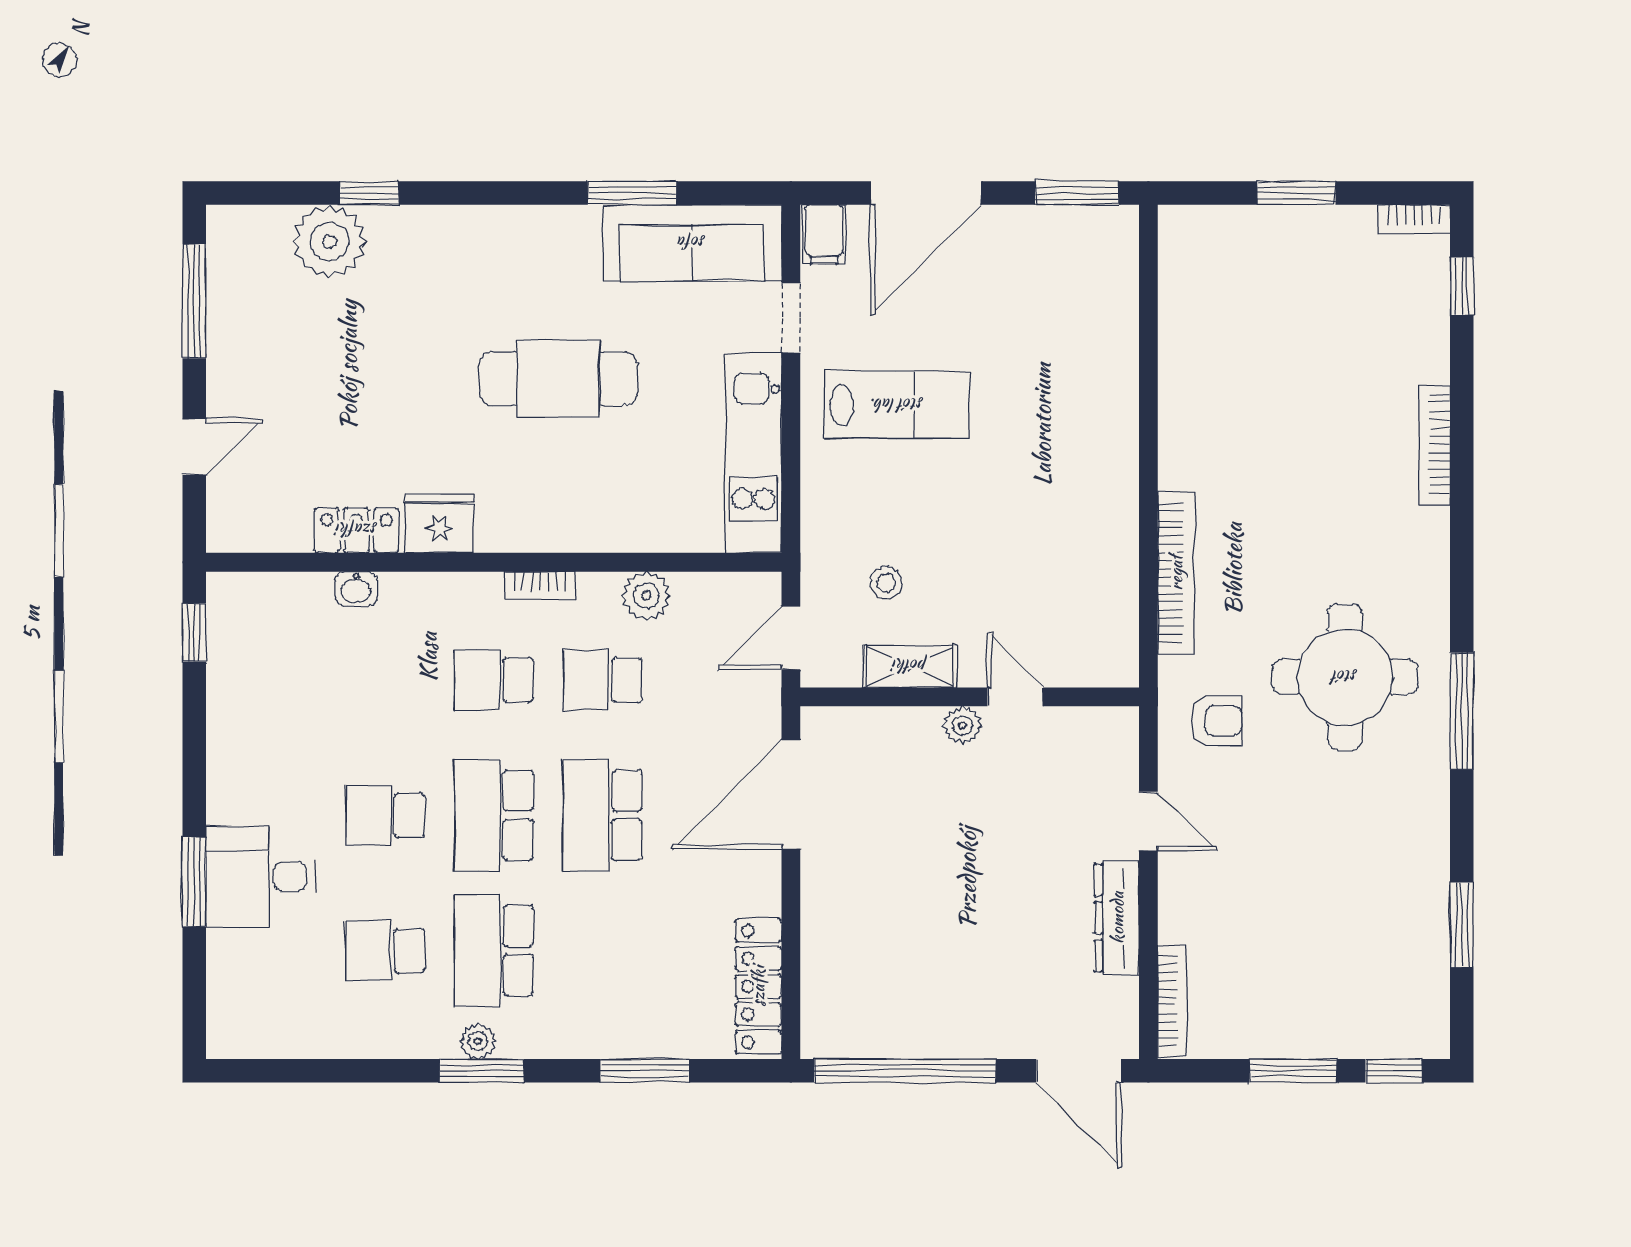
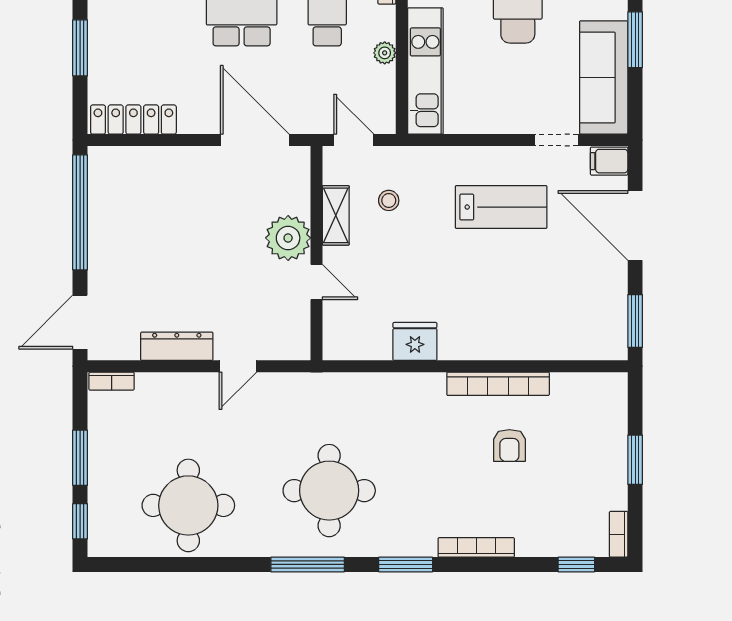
lab bench: (897, 405) -> (501, 207), turned -90
kitchen unit: (753, 453) -> (425, 71), moved, turned 90
fridge: (1109, 541) -> (415, 341), added
bookcase: (1176, 573) -> (498, 384), moved
plant: (646, 596) -> (385, 53), width x0.73, depth x0.73
door: (1015, 697) -> (316, 282), hinge flipped
armchair: (1216, 721) -> (509, 445), moved
plant: (962, 725) -> (288, 238), width x1.88, depth x1.88
round table: (1369, 900) -> (188, 505), added
window: (1462, 925) -> (406, 564), moved
bookcase: (1172, 1001) -> (112, 381), width x0.64

